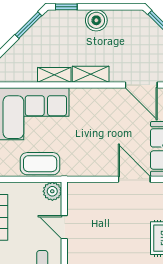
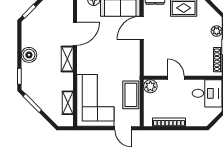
shelving: (54, 75) -> (68, 103), moved
door: (141, 85) -> (75, 34), moved
door: (64, 227) -> (176, 78), swing flipped

